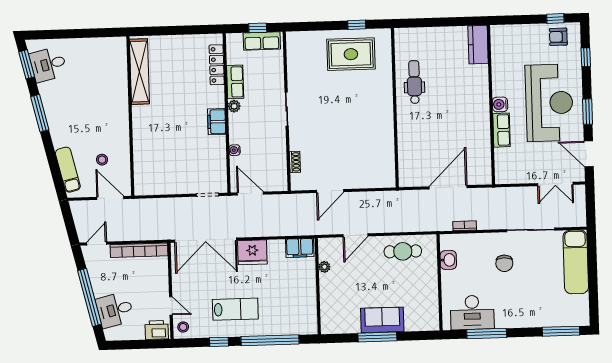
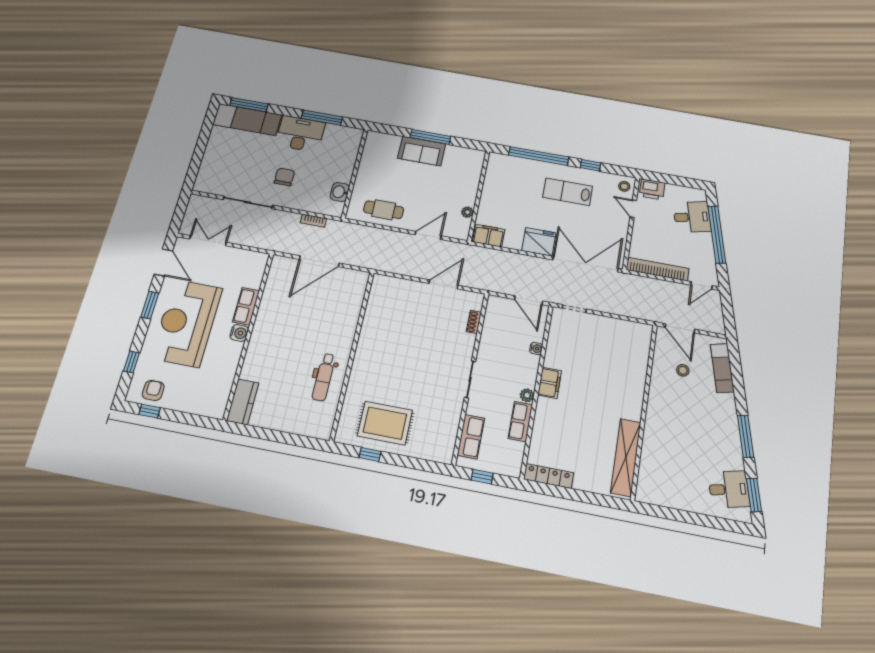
armchair: (558, 37) -> (153, 390), turned -90
row of seats: (262, 41) -> (471, 437), moved, turned 90
locker: (217, 65) -> (548, 476), moved, turned -90
exam couch: (576, 262) -> (247, 120), moved, turned 90
desk: (472, 312) -> (300, 134), moved

